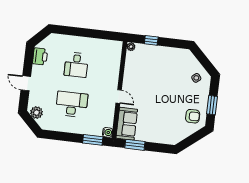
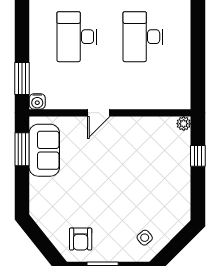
desk: (76, 65) -> (143, 37), width x1.37
desk: (72, 104) -> (77, 37), turned 180
sofa: (127, 124) -> (44, 150), moved, turned -90

